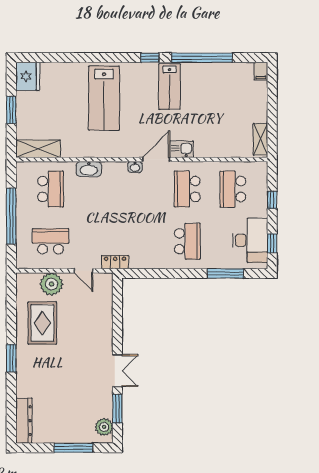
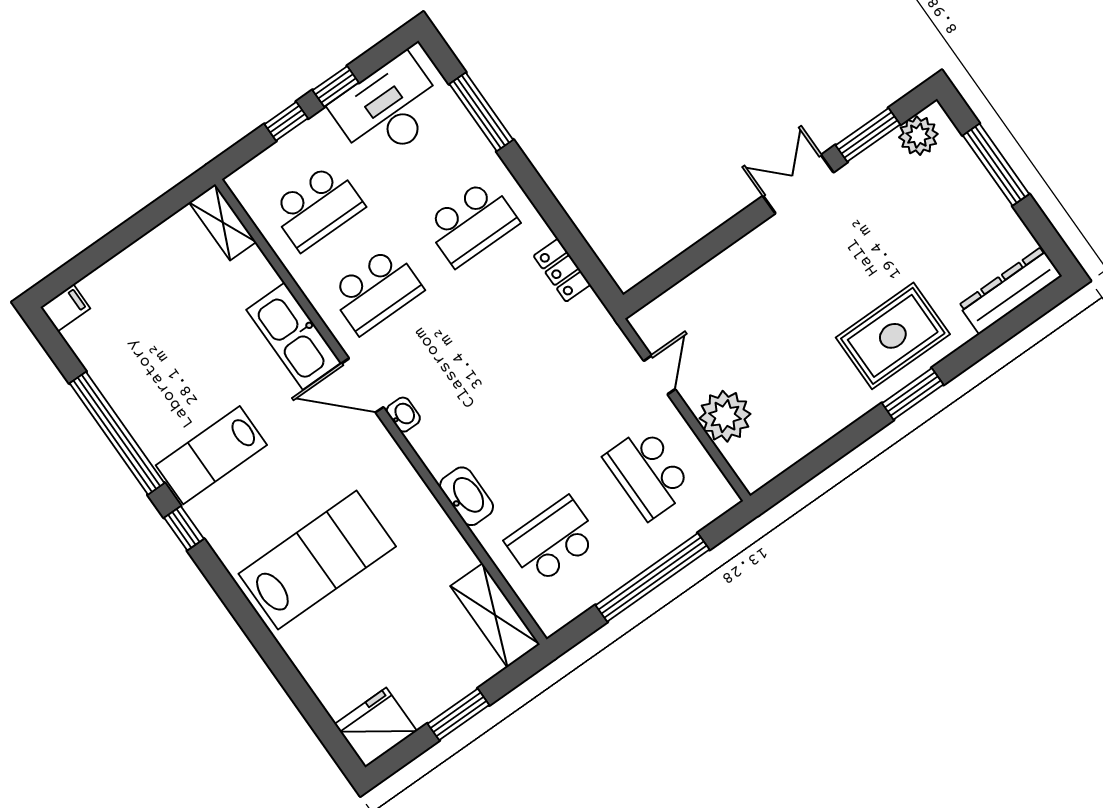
lab bench: (170, 86) -> (211, 455), turned 180
shelving: (260, 139) -> (223, 222), moved, turned 90
kitchen sink: (182, 149) -> (294, 336), width x1.88, depth x1.24
school desk: (187, 241) -> (472, 223), turned 180
window: (272, 243) -> (336, 86), moved
locker: (115, 262) -> (562, 270), moved
rug: (42, 323) -> (893, 336), moved

